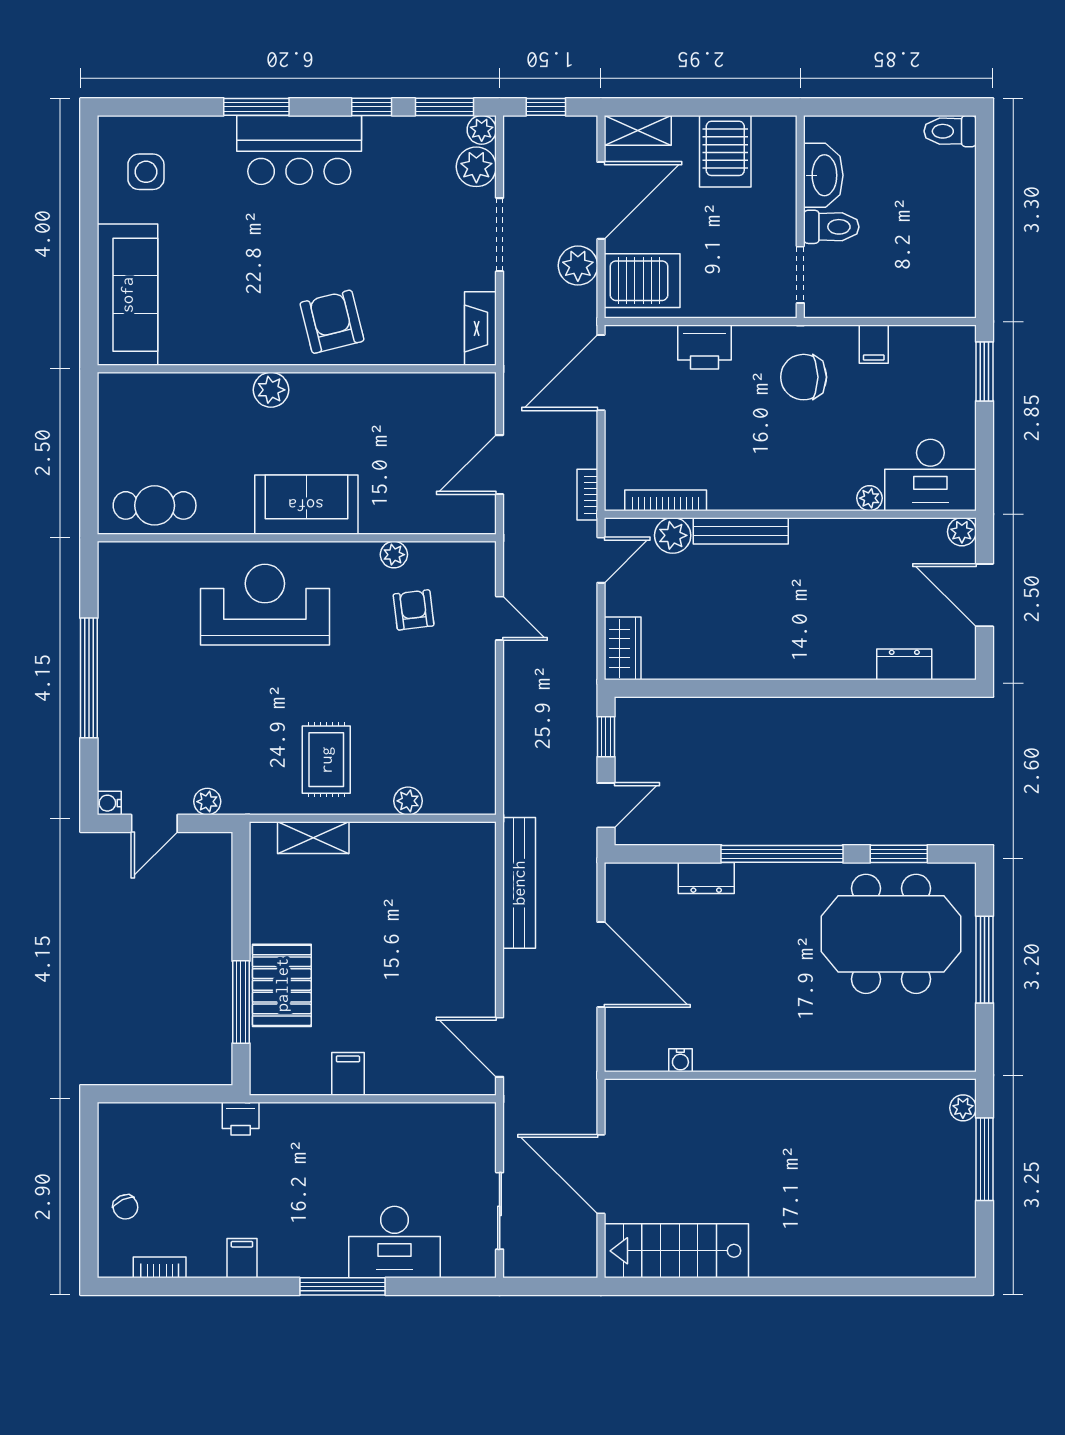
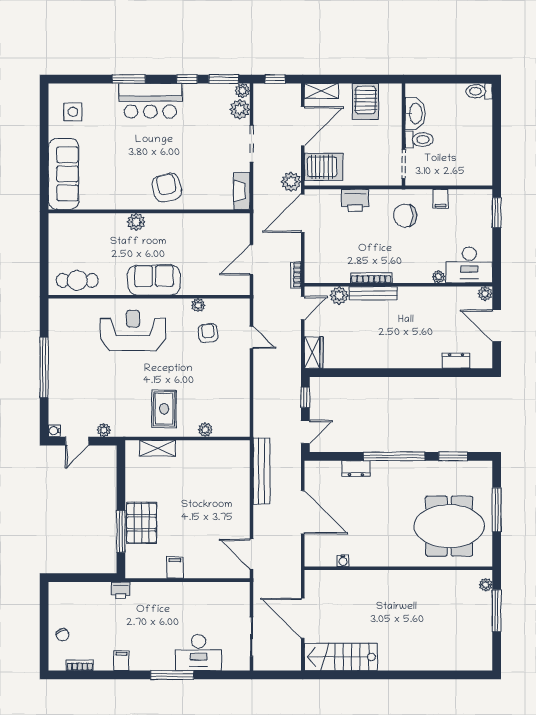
plant: (578, 266) -> (291, 182), moved
bookcase: (666, 500) -> (371, 278), moved
meeting table: (891, 934) -> (449, 526), moved

